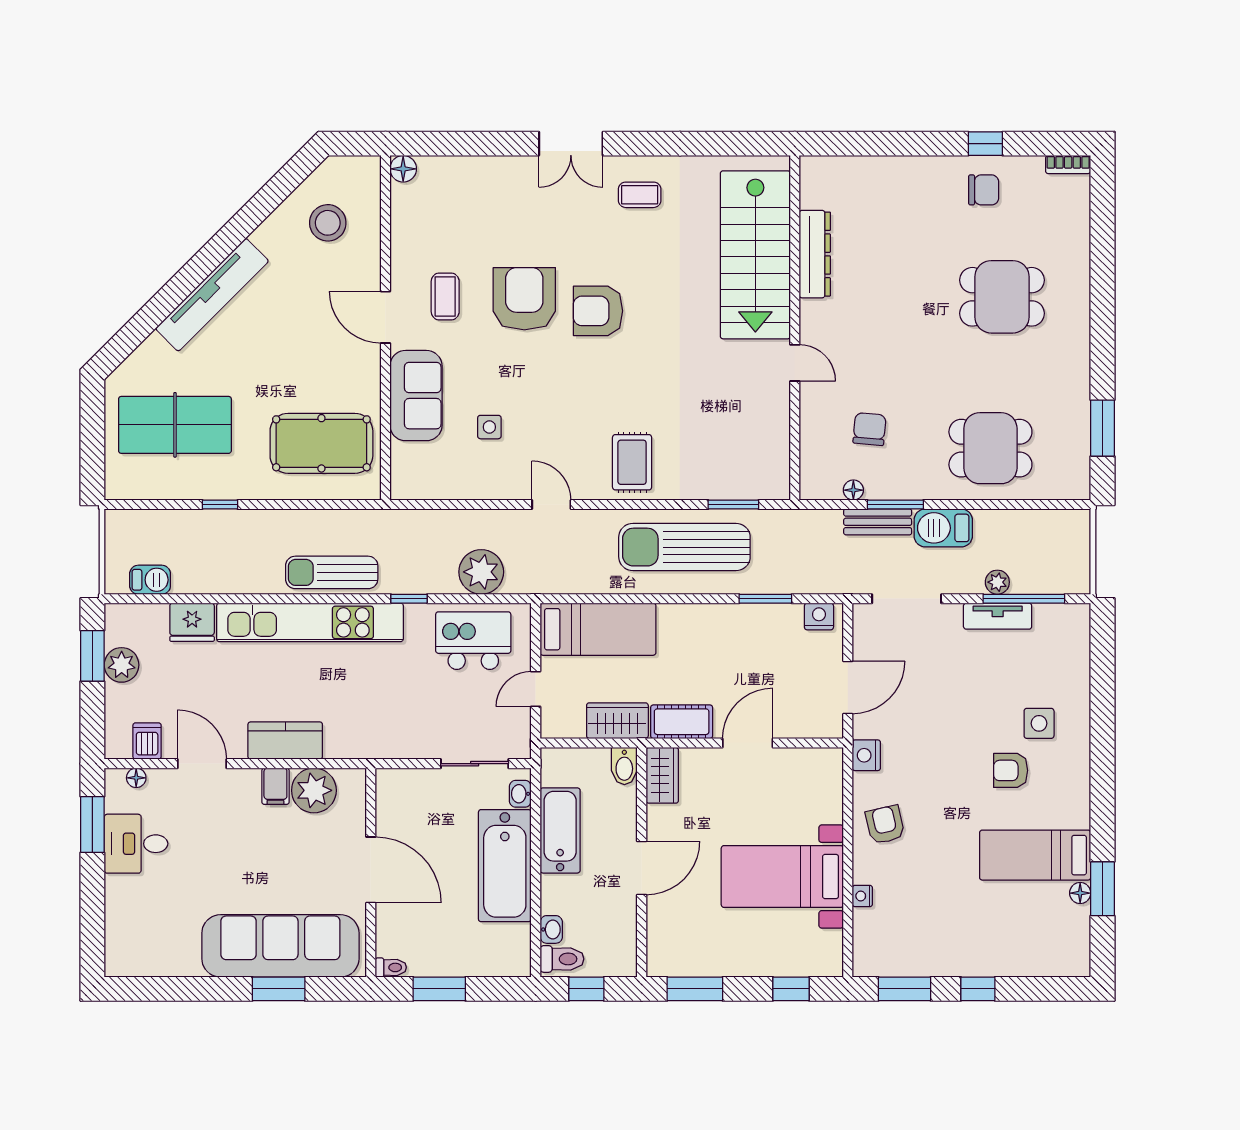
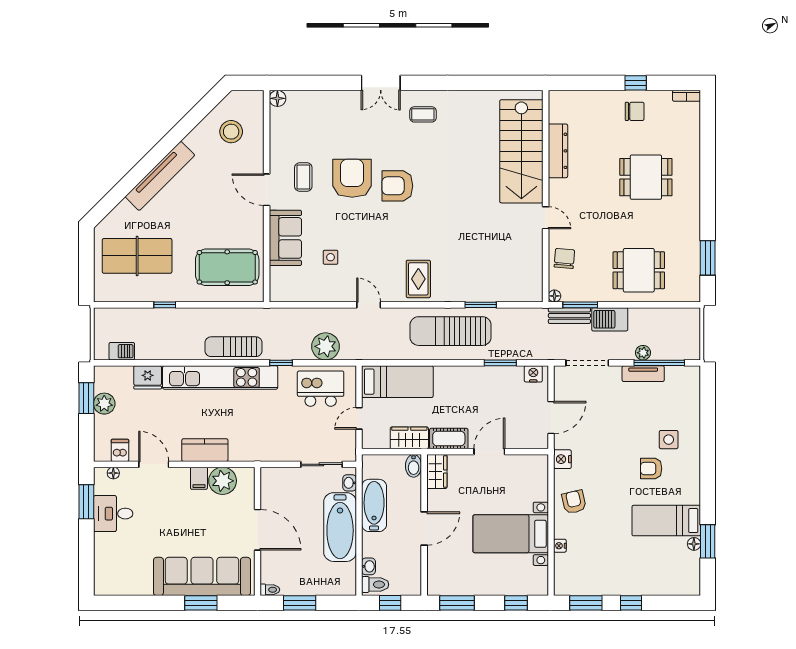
dresser: (815, 254) -> (558, 151), moved
stairs: (755, 255) -> (521, 151), moved
wall: (795, 328) -> (546, 196), moved
door: (795, 363) -> (546, 218), moved

